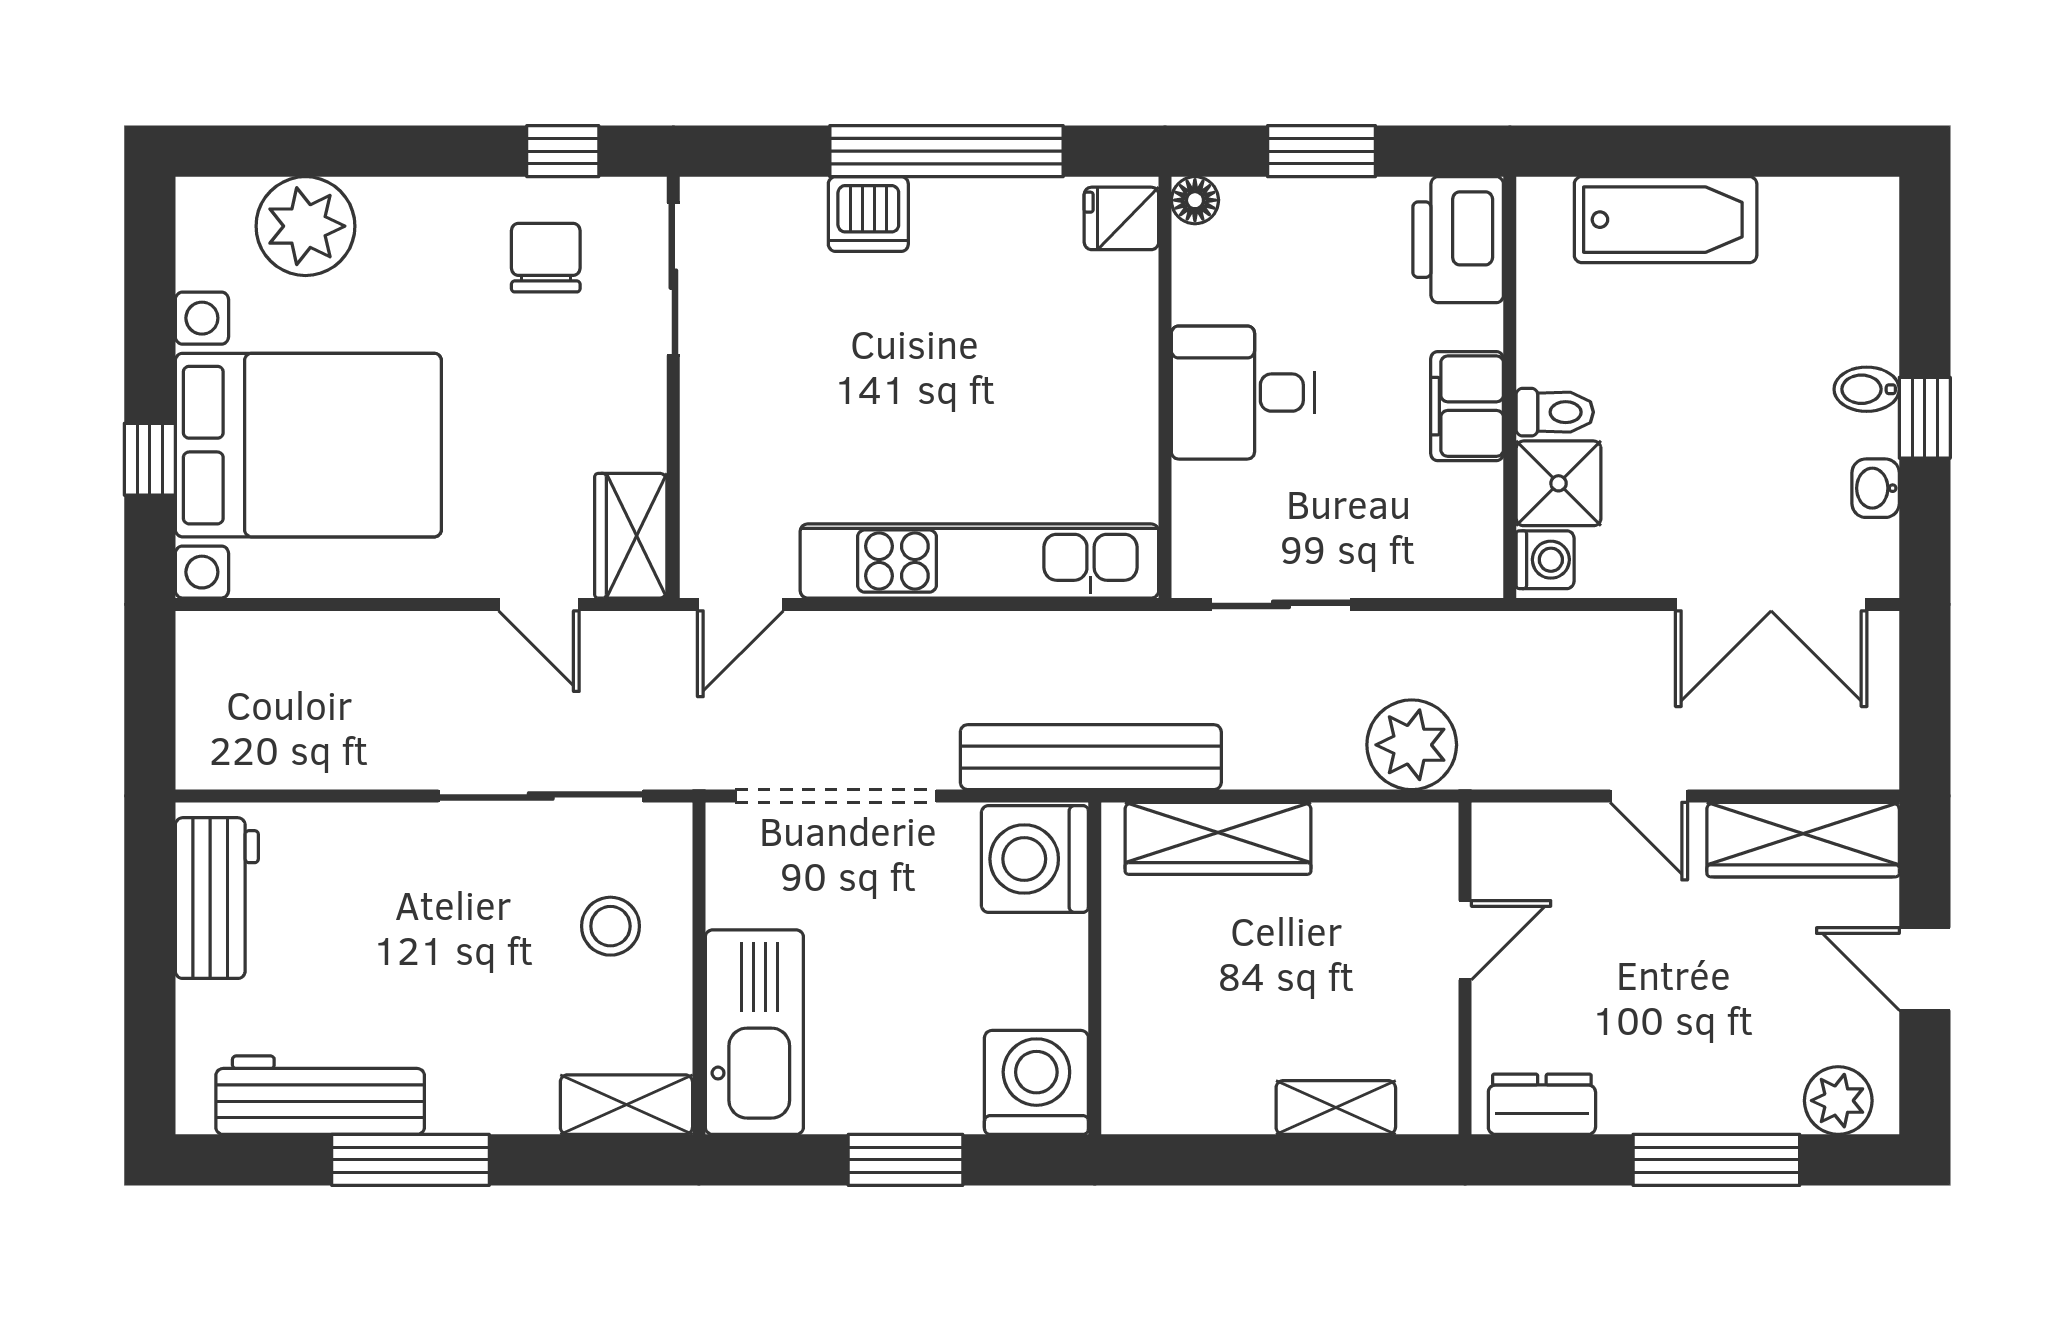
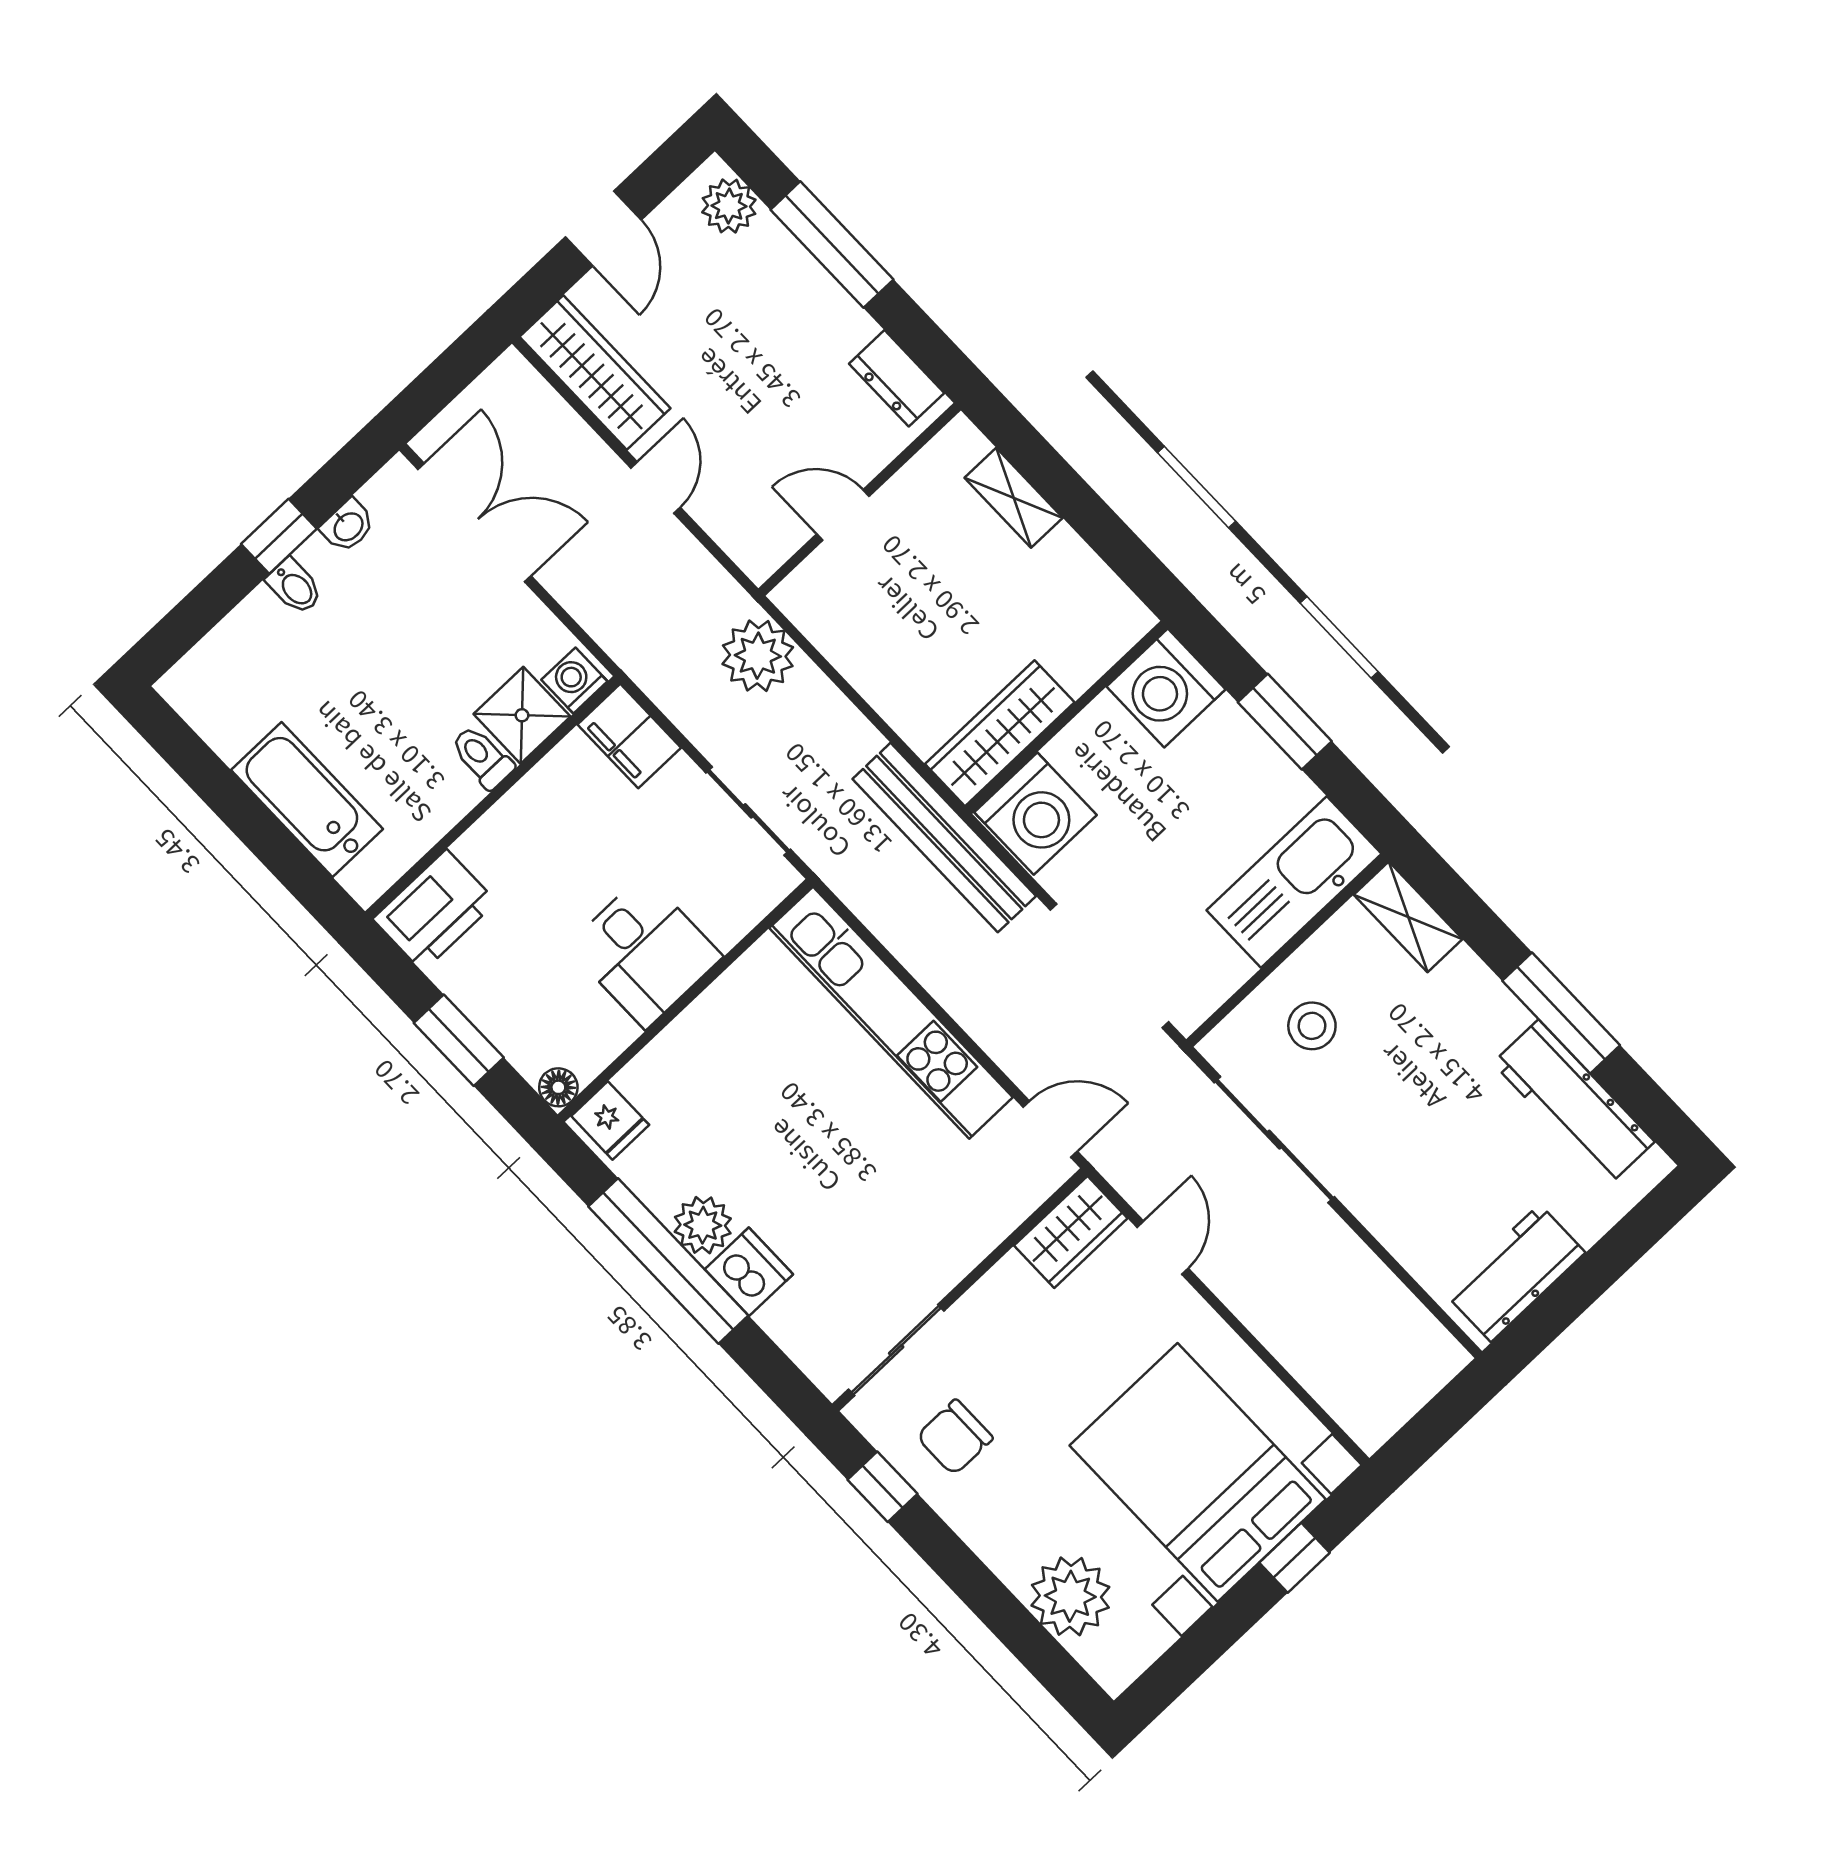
plant: (949, 212) -> (703, 1225), added
filing cabinet: (1467, 406) -> (629, 736), moved, turned 90
wardrobe: (1218, 838) -> (1000, 733), moved, turned -90

